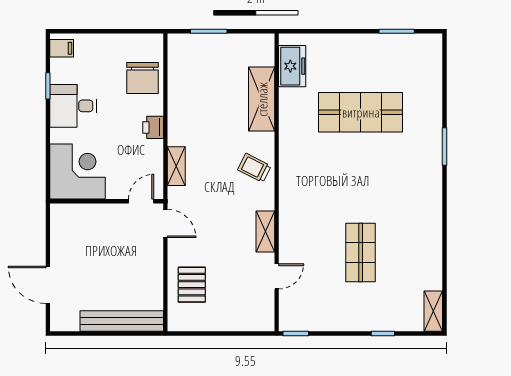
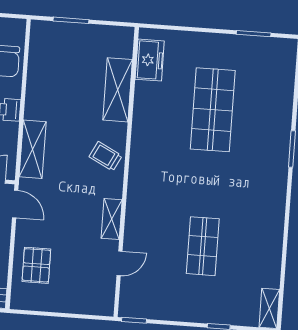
shop shelf: (361, 112) -> (213, 110), turned 90
shelving: (176, 166) -> (33, 149), width x1.50, depth x1.33

